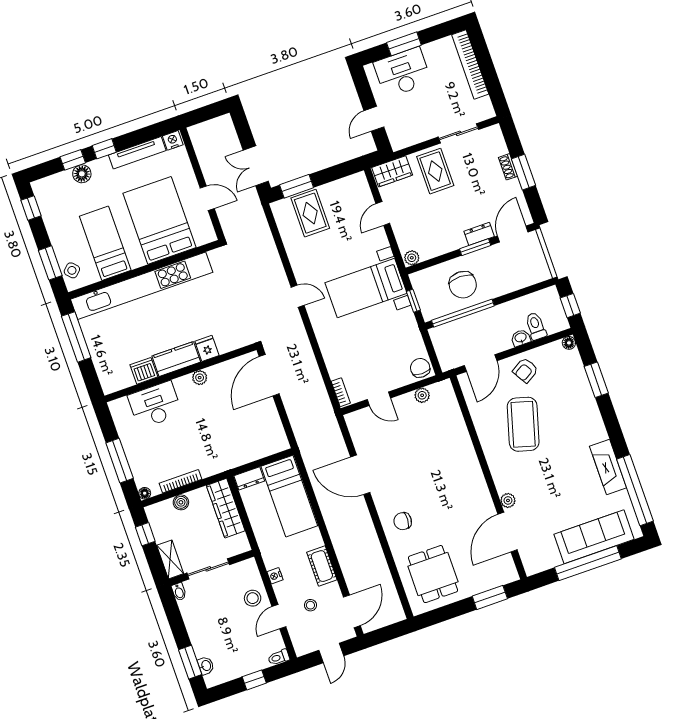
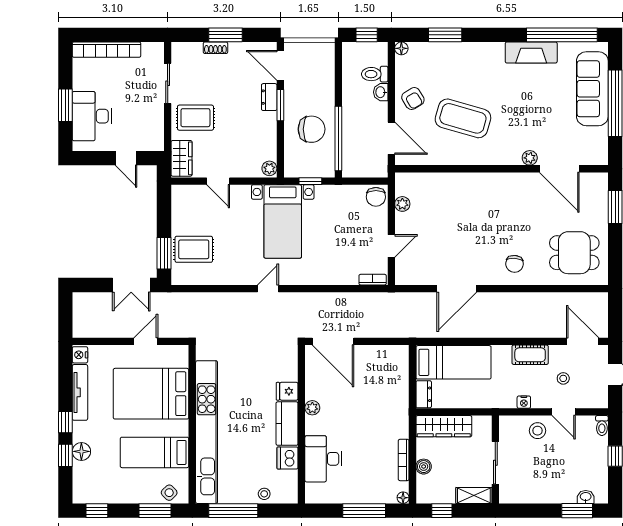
stool: (102, 361) -> (264, 494), added
chair: (420, 368) -> (376, 197), turned -90
bidet: (179, 592) -> (507, 498), removed

